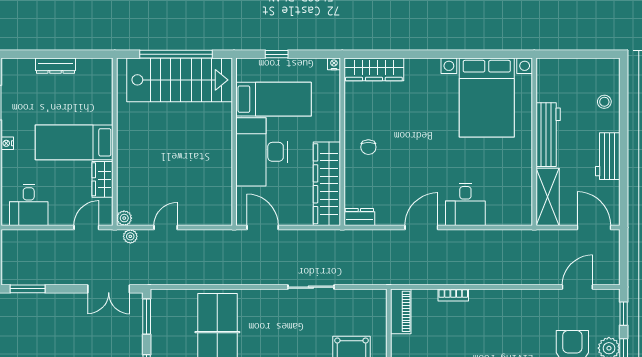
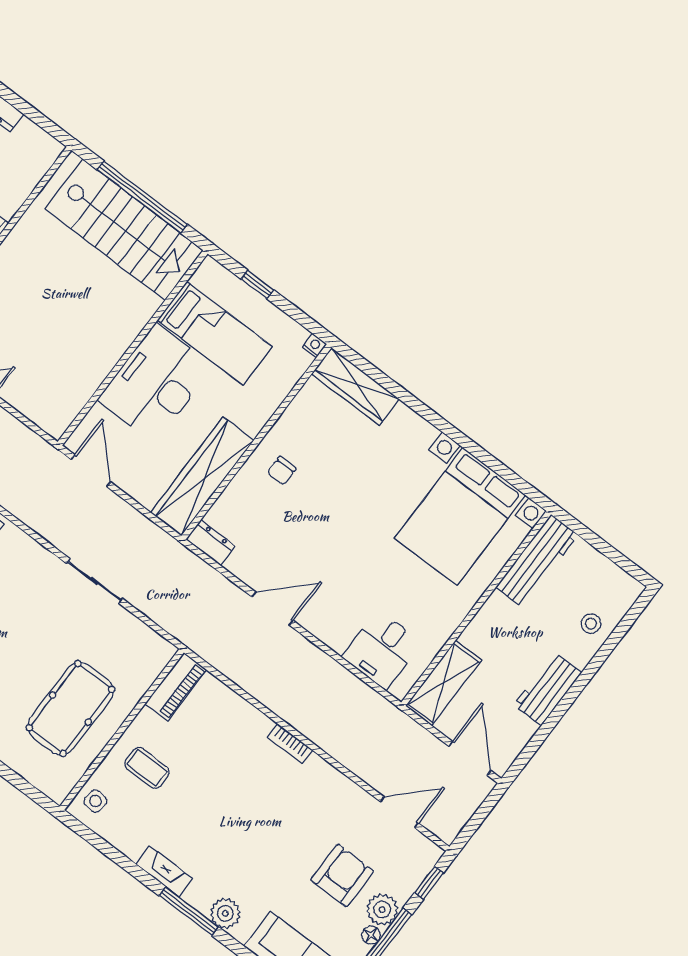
workbench: (548, 135) -> (537, 561), moved
desk: (465, 204) -> (382, 650), moved
bookcase: (453, 295) -> (290, 744), moved

